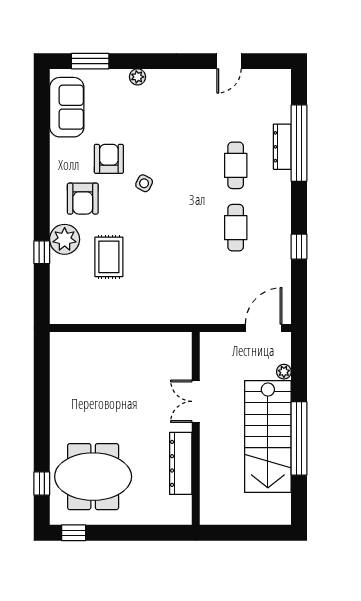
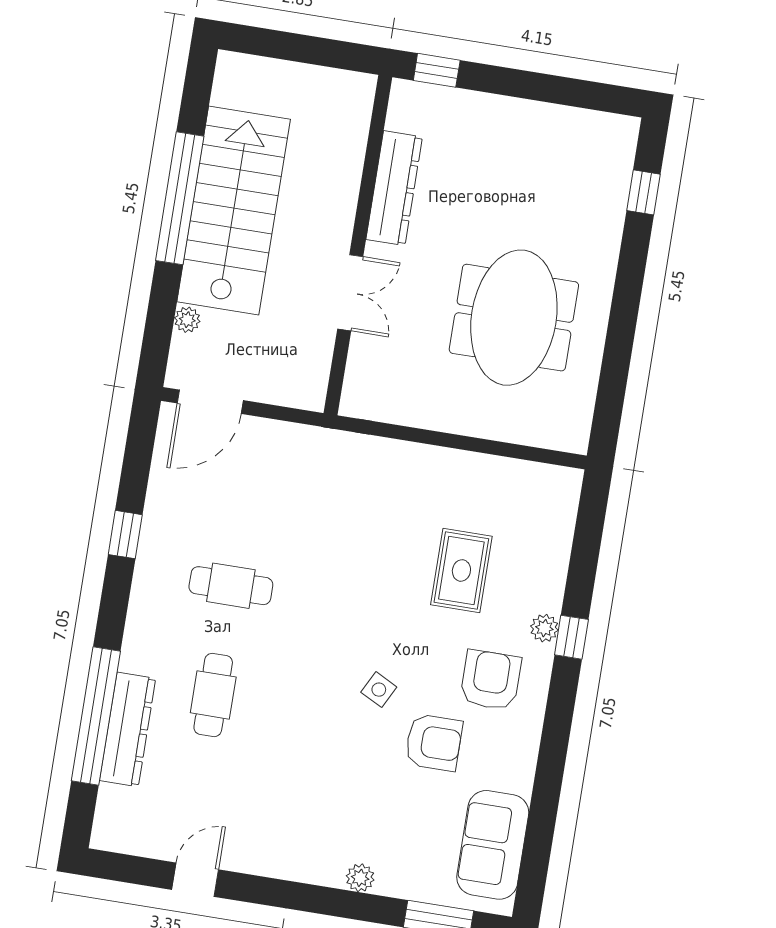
dresser: (282, 147) -> (128, 729), width x1.37, depth x1.24
armchair: (109, 159) -> (434, 742), turned -90
cafe table: (236, 228) -> (231, 586), turned 90
plant: (65, 239) -> (544, 628), width x0.53, depth x0.53
window: (42, 252) -> (571, 637), moved
meeting table: (93, 477) -> (514, 318), moved, turned 90
window: (74, 533) -> (437, 70), moved

